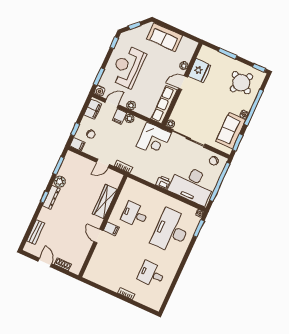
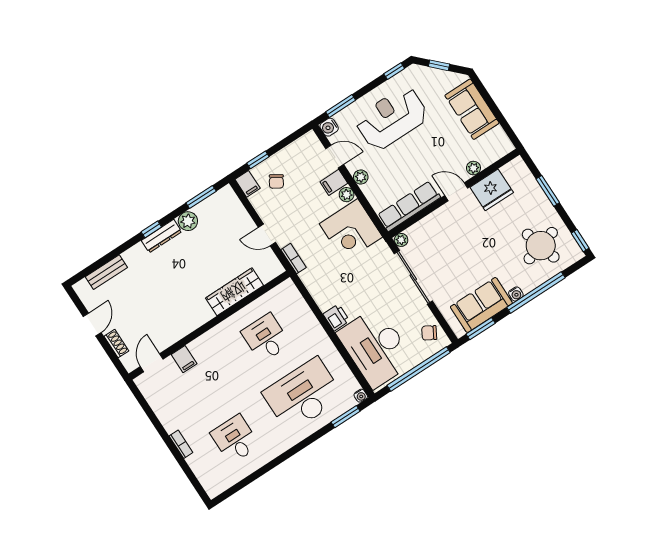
round table: (241, 83) -> (541, 246), turned 45
filing cabinet: (93, 109) -> (302, 147), removed
corner desk: (154, 140) -> (351, 230), moved
filing cabinet: (111, 229) -> (184, 359), moved
door: (98, 236) -> (152, 363), moved

